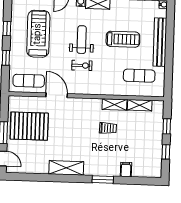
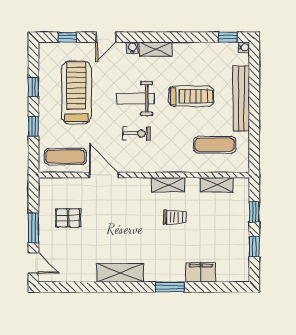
weight bench: (82, 40) -> (135, 99), turned -90
shelving: (114, 104) -> (168, 185), moved
pallet: (29, 126) -> (68, 218), width x0.49, depth x0.50
filing cabinet: (126, 170) -> (201, 272), width x2.00

